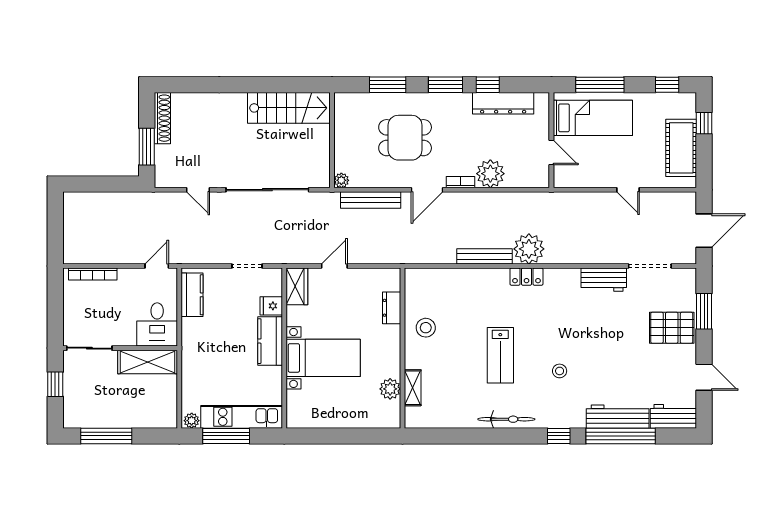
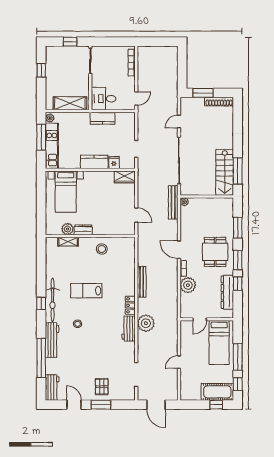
window: (286, 85) -> (238, 171), added
window: (600, 85) -> (238, 357), moved
dining table: (405, 138) -> (215, 252), moved
cot: (681, 148) -> (217, 392), moved
bench: (371, 200) -> (173, 202), moved
plant: (529, 249) -> (146, 323), moved
door: (157, 266) -> (136, 98), hinge flipped
door: (334, 266) -> (136, 215), moved
workbench: (604, 280) -> (129, 328), moved
kitchen counter: (192, 295) -> (102, 118), moved
dresser: (392, 308) -> (83, 230), moved
window: (704, 311) -> (101, 405), moved
pallet: (672, 328) -> (102, 387), width x0.67, depth x0.71
bed with nightstands: (323, 358) -> (66, 192), moved
shelving: (148, 362) -> (70, 103), moved, turned 90
door: (704, 377) -> (74, 405), swing flipped
workbench: (618, 417) -> (52, 340), moved
bicycle: (506, 419) -> (53, 300), width x1.37, depth x1.40
window: (106, 436) -> (41, 70), width x0.46
window: (559, 436) -> (41, 303), moved

